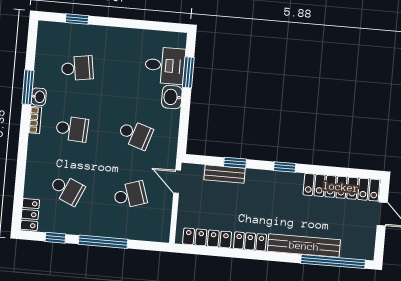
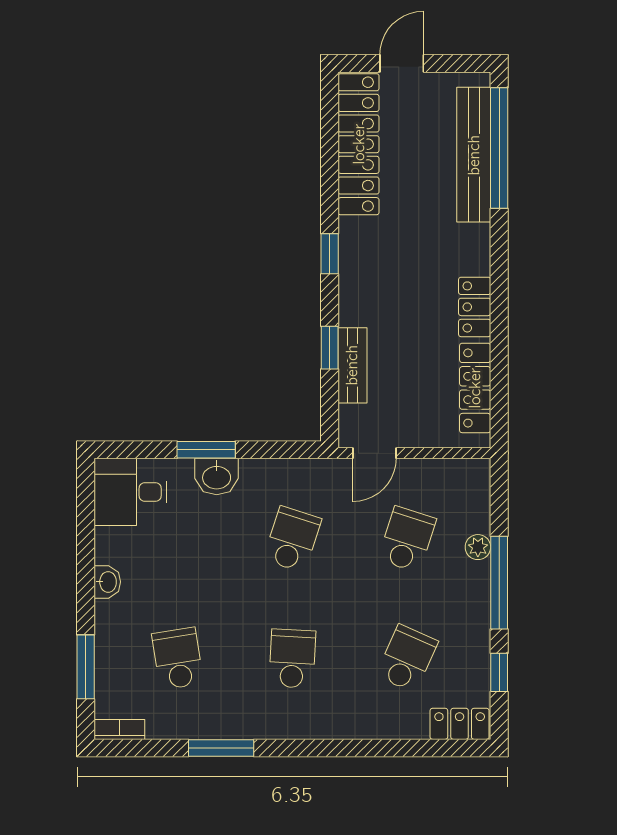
window: (77, 19) -> (86, 667), width x1.50
desk: (165, 65) -> (130, 492), moved, turned -90
window: (188, 72) -> (206, 450), moved
washbasin: (39, 97) -> (107, 582), moved, turned 90
bookcase: (35, 120) -> (119, 729), moved
school desk: (130, 195) -> (407, 539), turned 36
plant: (123, 232) -> (478, 547), added
bench: (304, 246) -> (474, 155), moved

